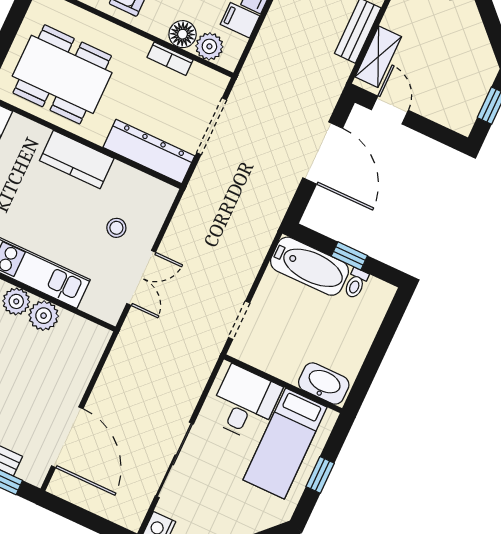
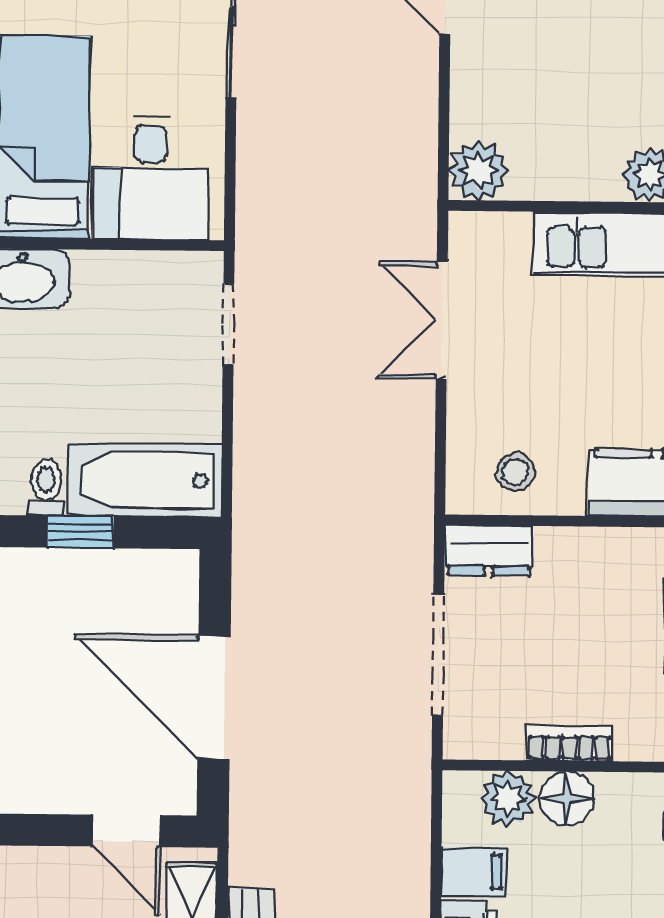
dresser: (149, 152) -> (489, 550), width x0.51, depth x0.80
stool: (116, 228) -> (516, 472), moved
plant: (44, 316) -> (479, 170), moved

